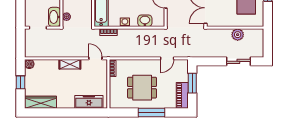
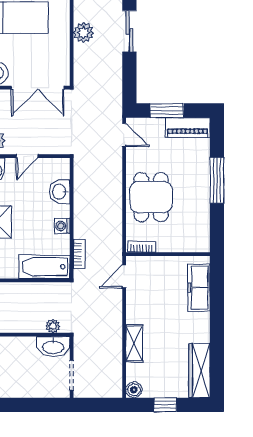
door: (167, 58) -> (124, 135), moved
shelving: (70, 64) -> (134, 343), moved
dining table: (142, 88) -> (151, 197), moved

